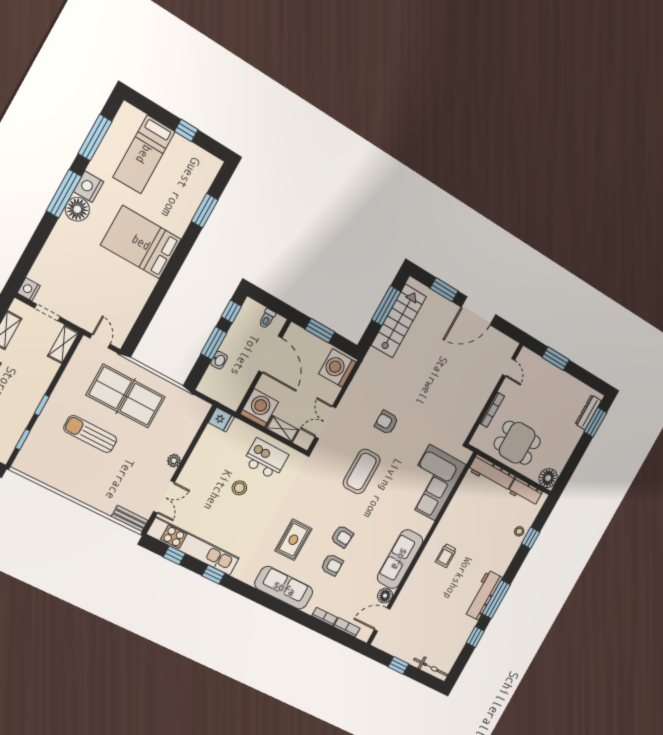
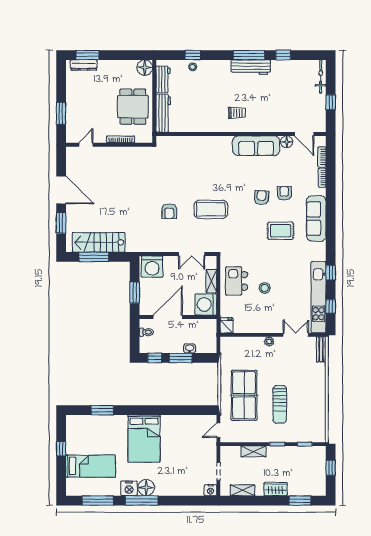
shelving: (63, 344) -> (253, 451), moved
corner sofa: (432, 483) -> (192, 154), removed

